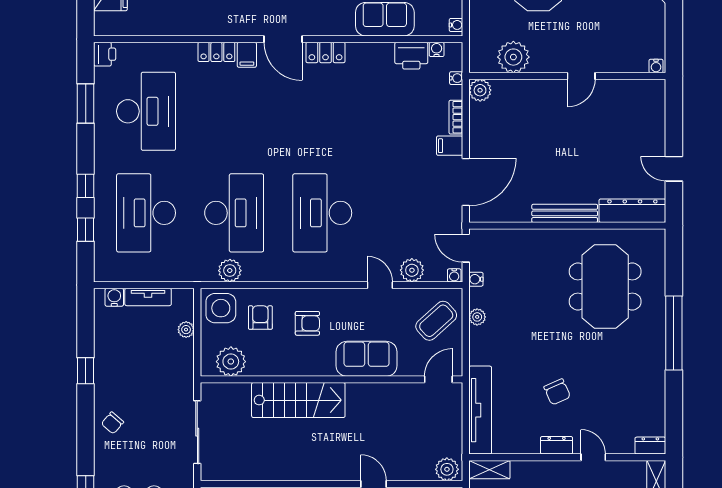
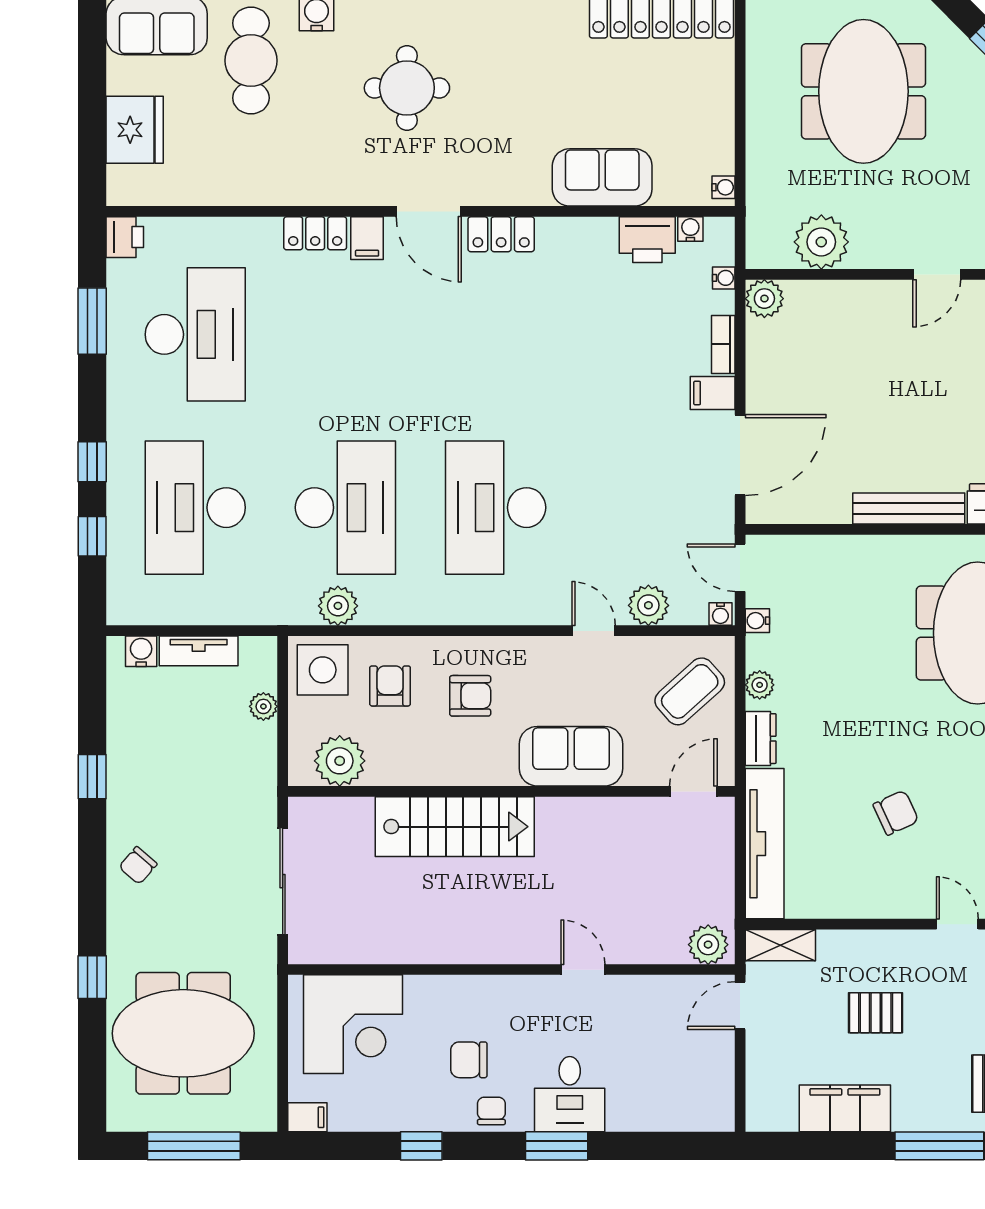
chair: (557, 392) -> (896, 813), turned -91
dresser: (557, 445) -> (761, 739), moved, turned 90

